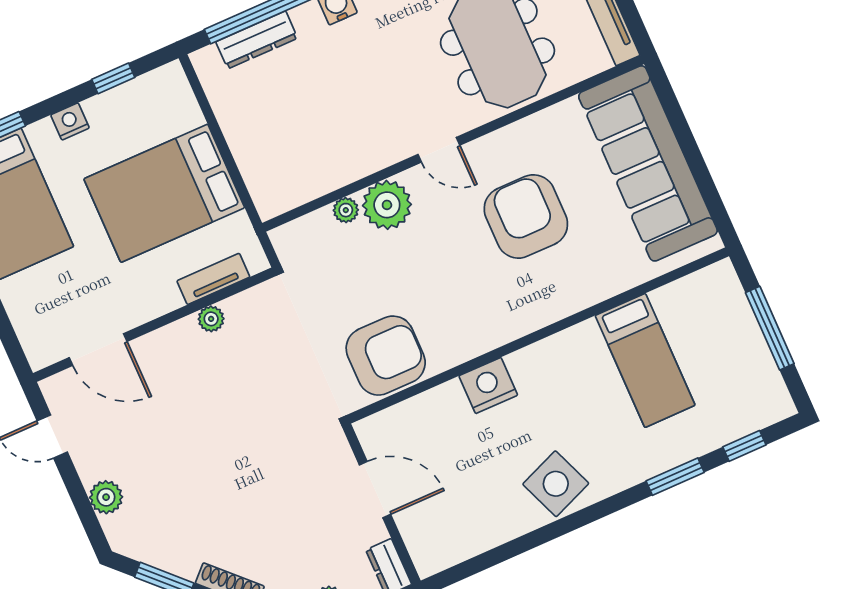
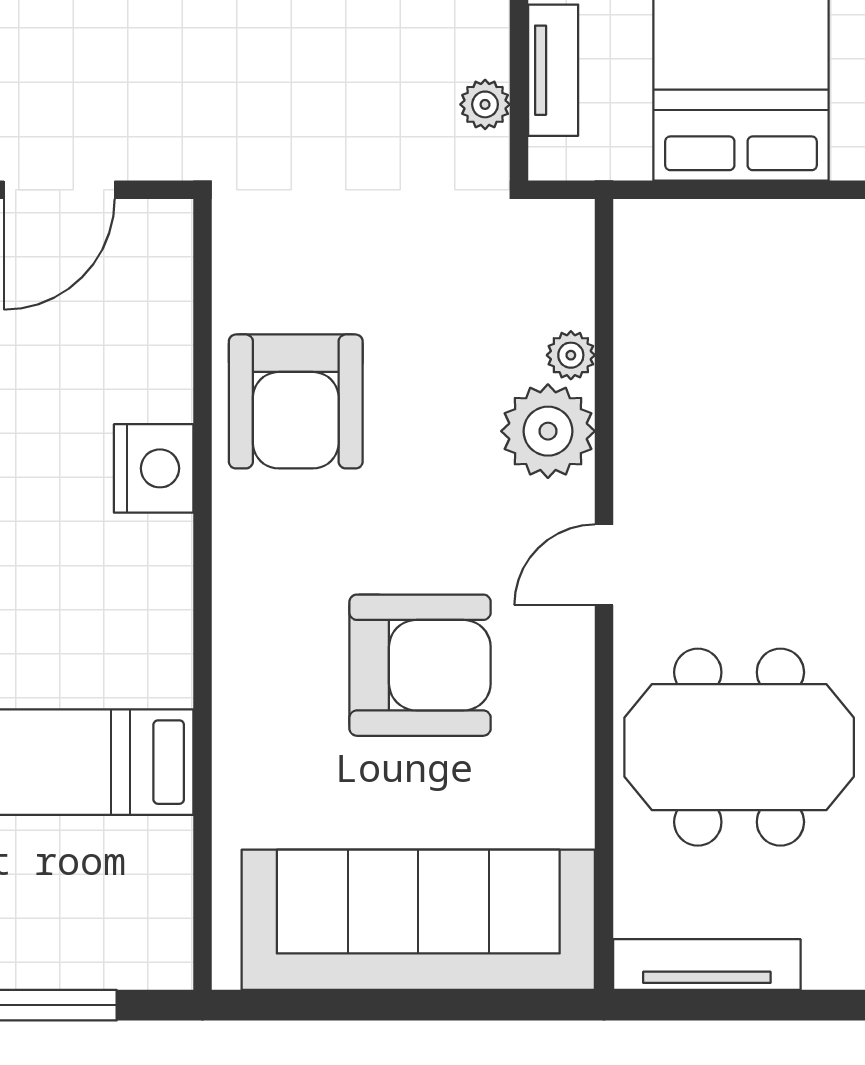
plant: (211, 319) -> (485, 104), moved
armchair: (386, 356) -> (296, 401), moved

